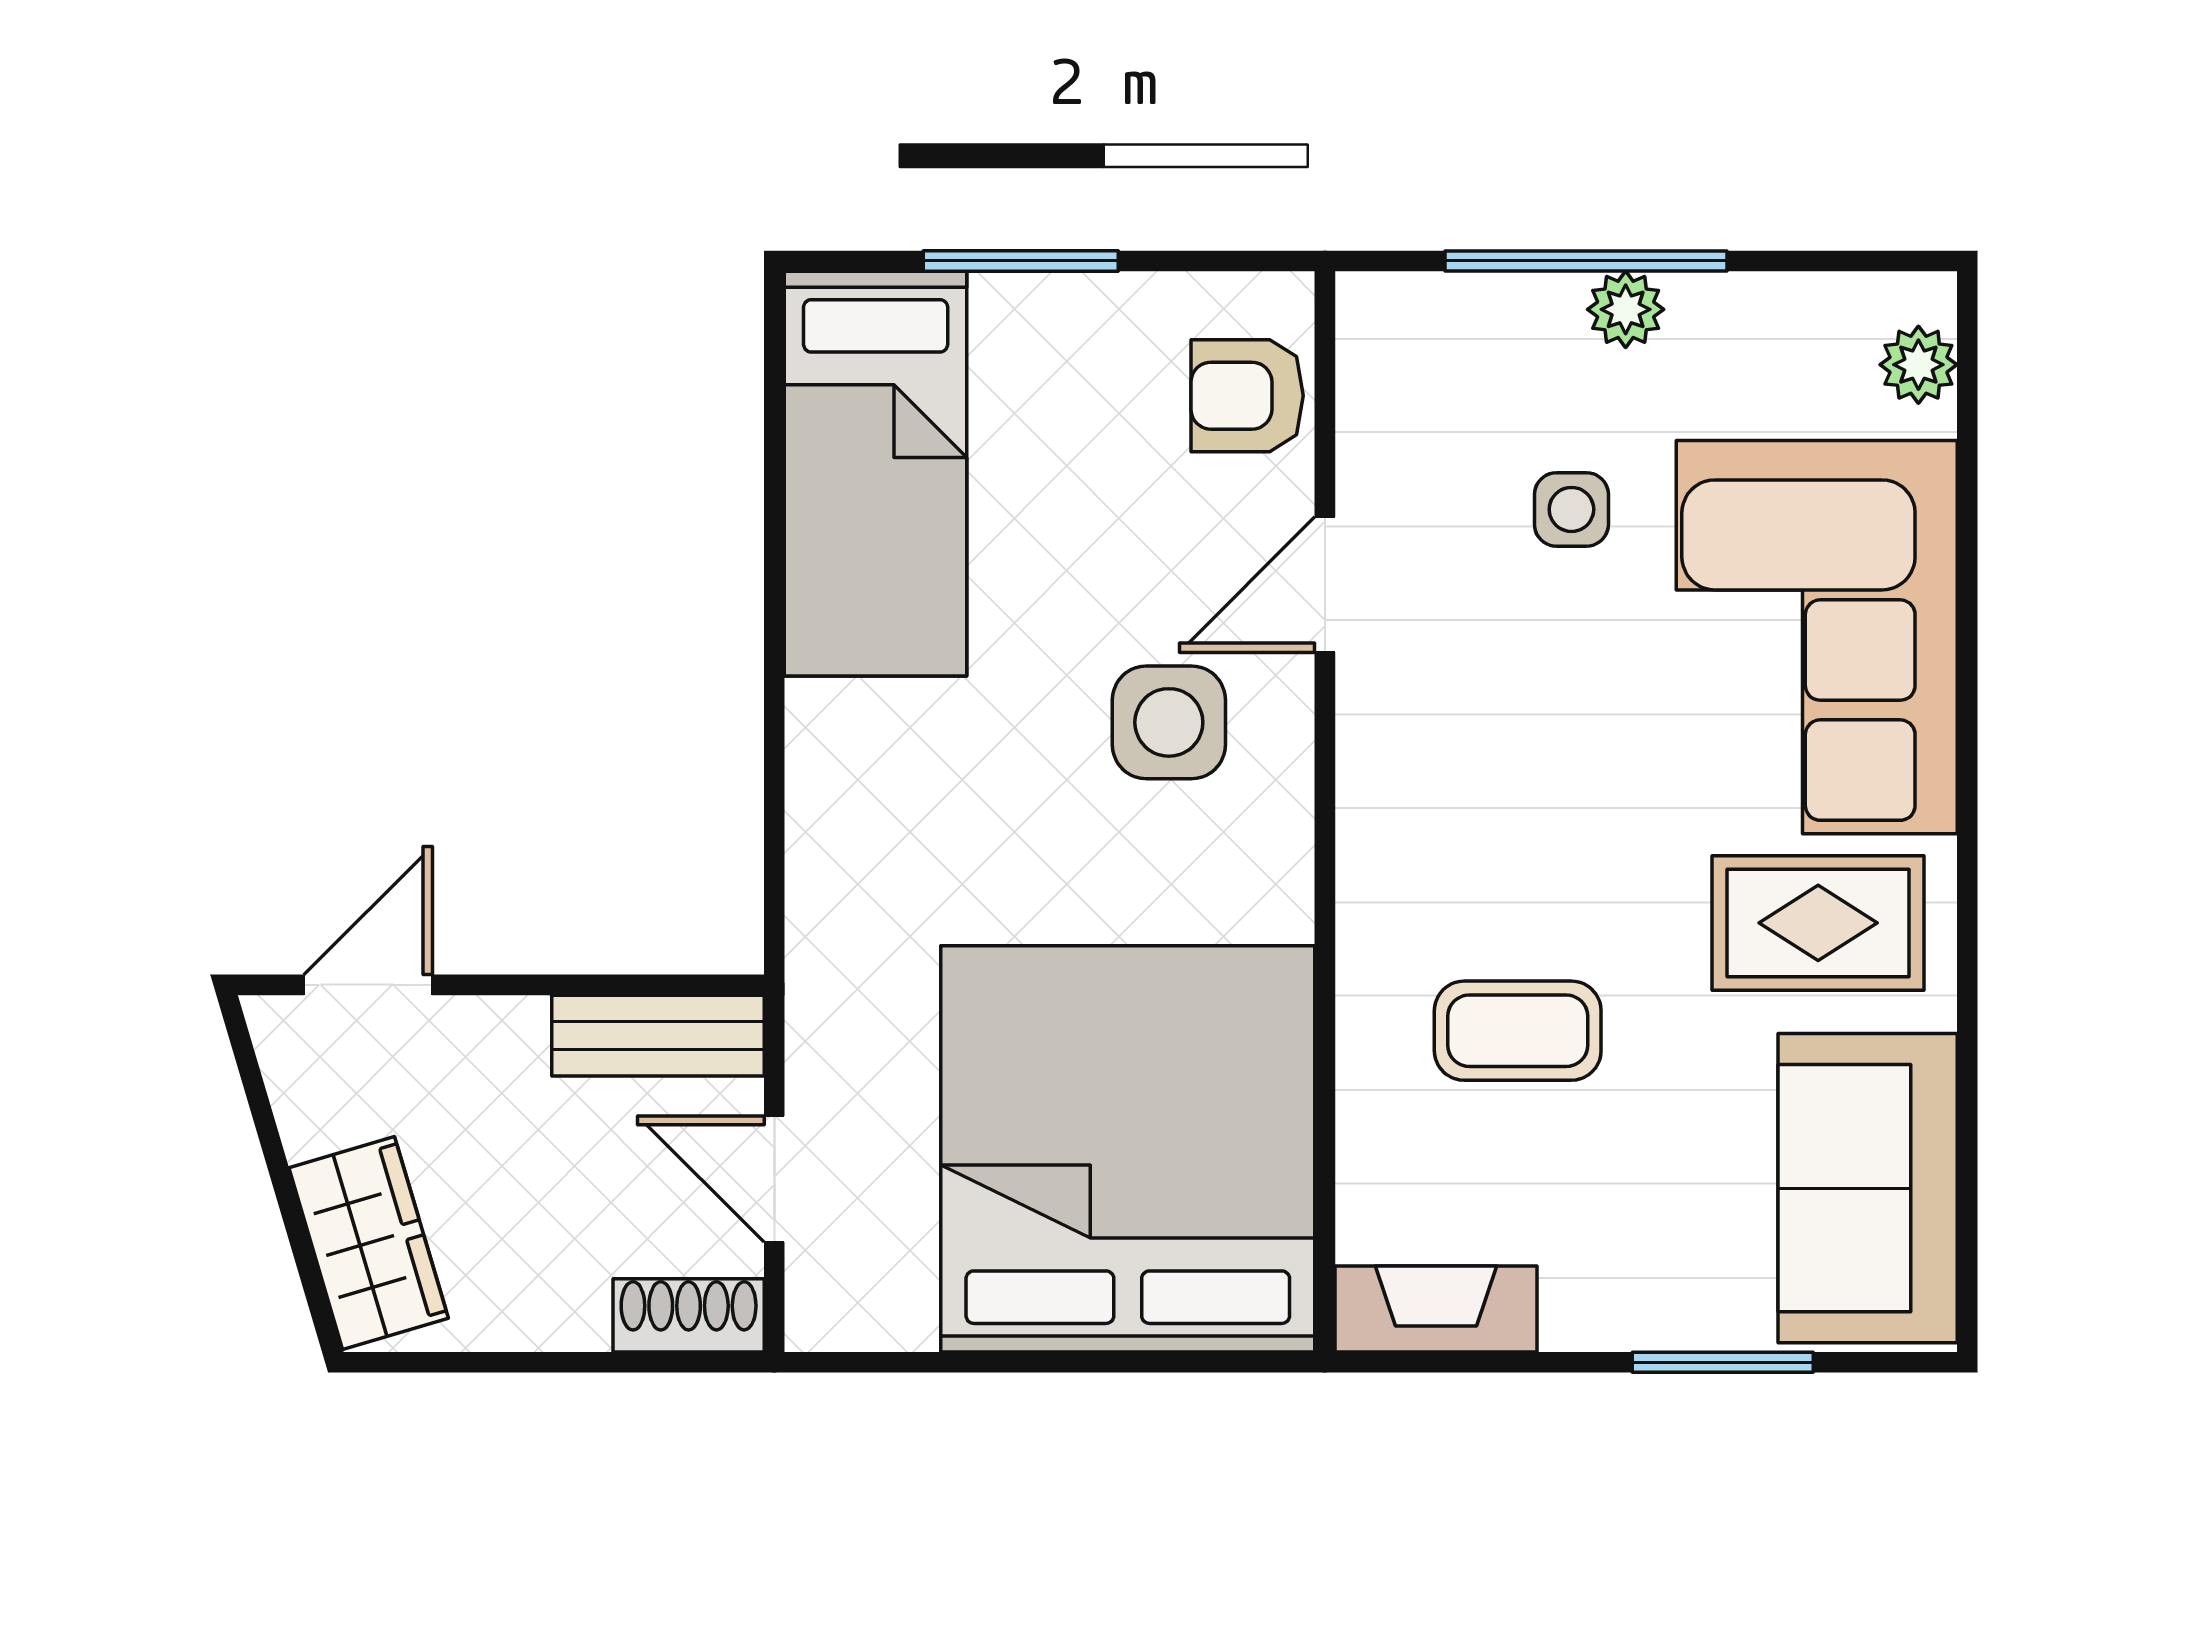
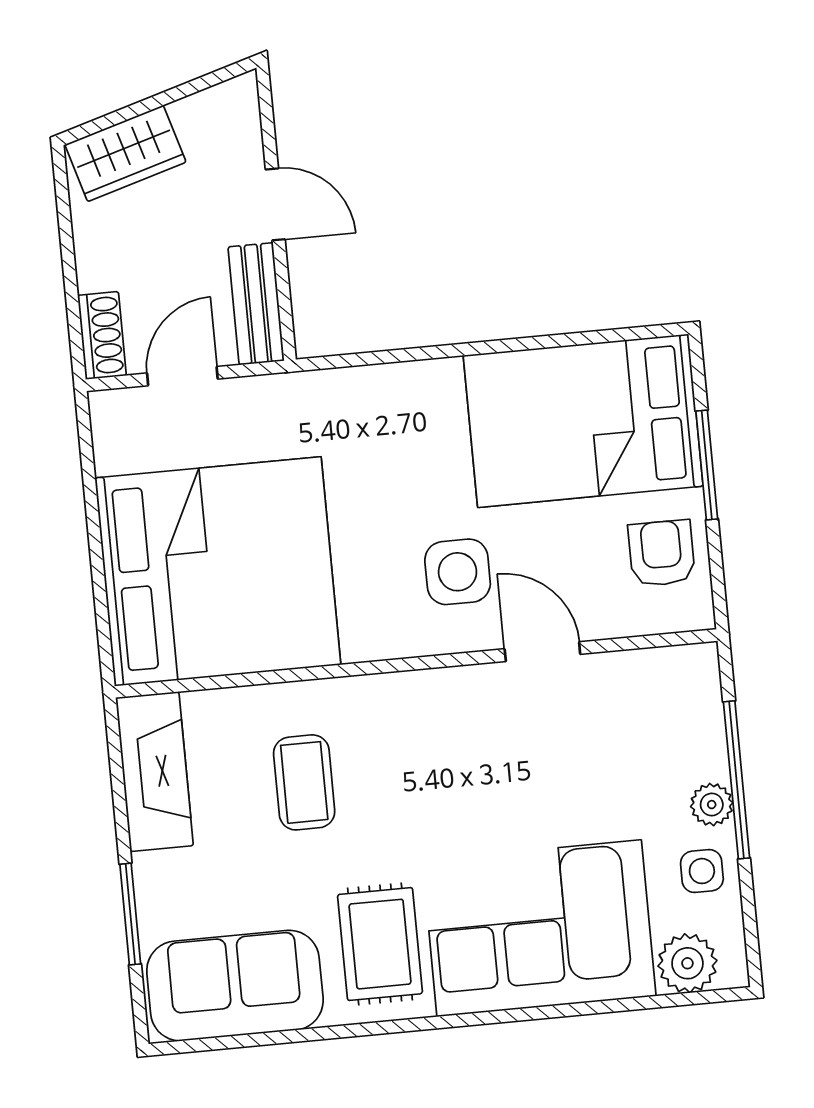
plant: (1918, 365) -> (687, 963), width x1.38, depth x1.38
armchair: (1247, 396) -> (662, 553), moved
bed: (876, 474) -> (583, 421), width x1.50
side table: (1571, 509) -> (702, 871), moved
door: (368, 985) -> (275, 204), moved
fireplace: (1436, 1309) -> (154, 772), width x1.37, depth x1.32

